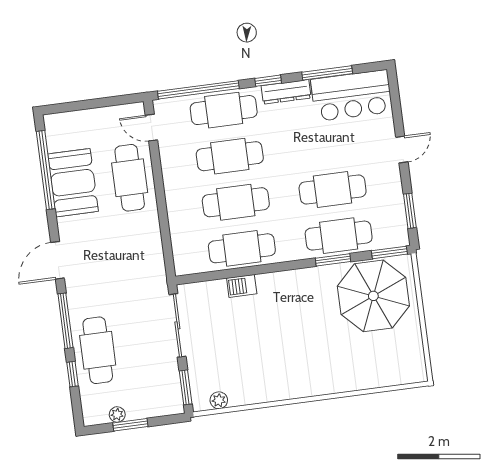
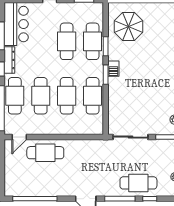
booth: (73, 183) -> (44, 184), removed
window: (389, 252) -> (106, 75), moved
barbecue: (242, 286) -> (113, 69), moved
parasol: (373, 296) -> (128, 27), width x0.73, depth x0.73

